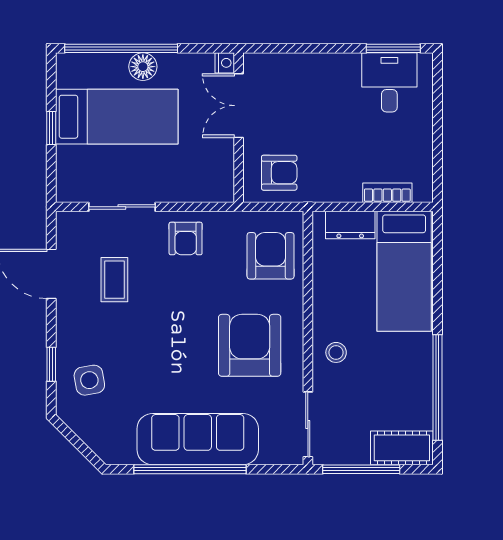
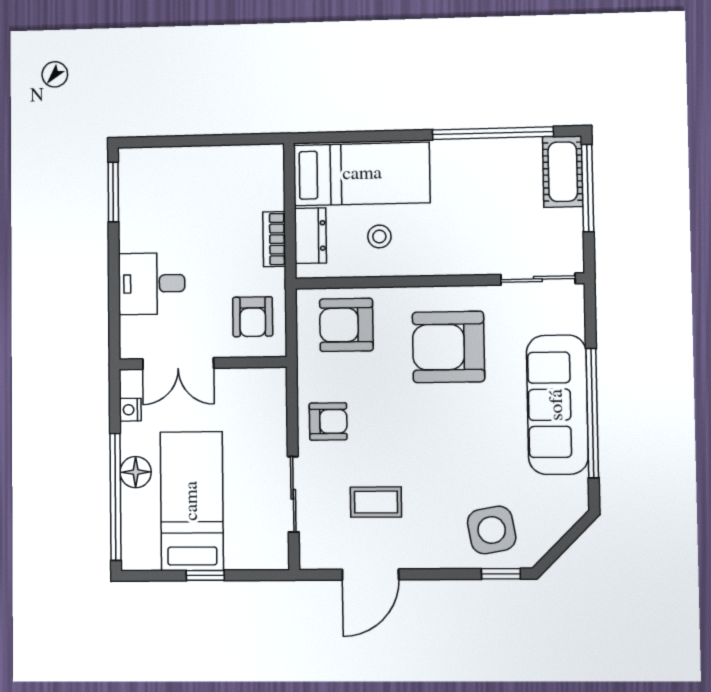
nightstand: (225, 63) -> (130, 410), moved, turned -90
desk: (389, 82) -> (152, 284), moved
armchair: (279, 173) -> (253, 317), turned 180
bookcase: (387, 193) -> (274, 239), moved
stool: (336, 352) -> (379, 236), moved
window: (51, 364) -> (501, 574), moved
side table: (89, 380) -> (492, 530), width x1.37, depth x1.37
window: (361, 469) -> (588, 188), moved

